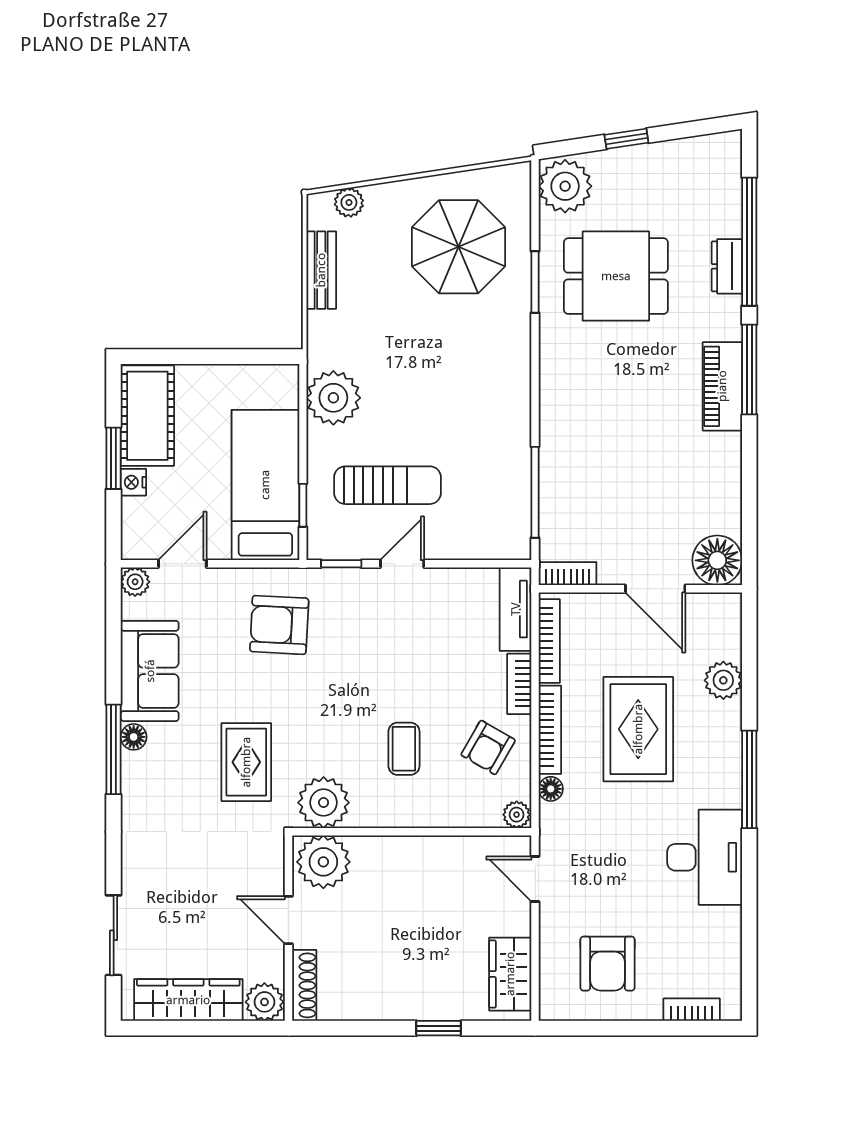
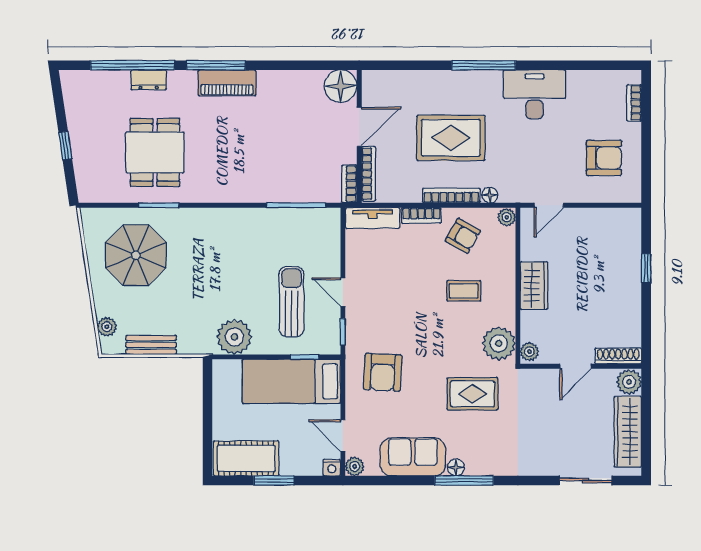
plant: (565, 186) -> (96, 186), removed
nightstand: (133, 482) -> (332, 468), moved
bookcase: (549, 641) -> (369, 174), moved, turned 90
plant: (723, 680) -> (419, 82), removed
plant: (323, 862) -> (529, 352), width x0.53, depth x0.53
wardrobe: (510, 974) -> (534, 286), moved, turned -90

